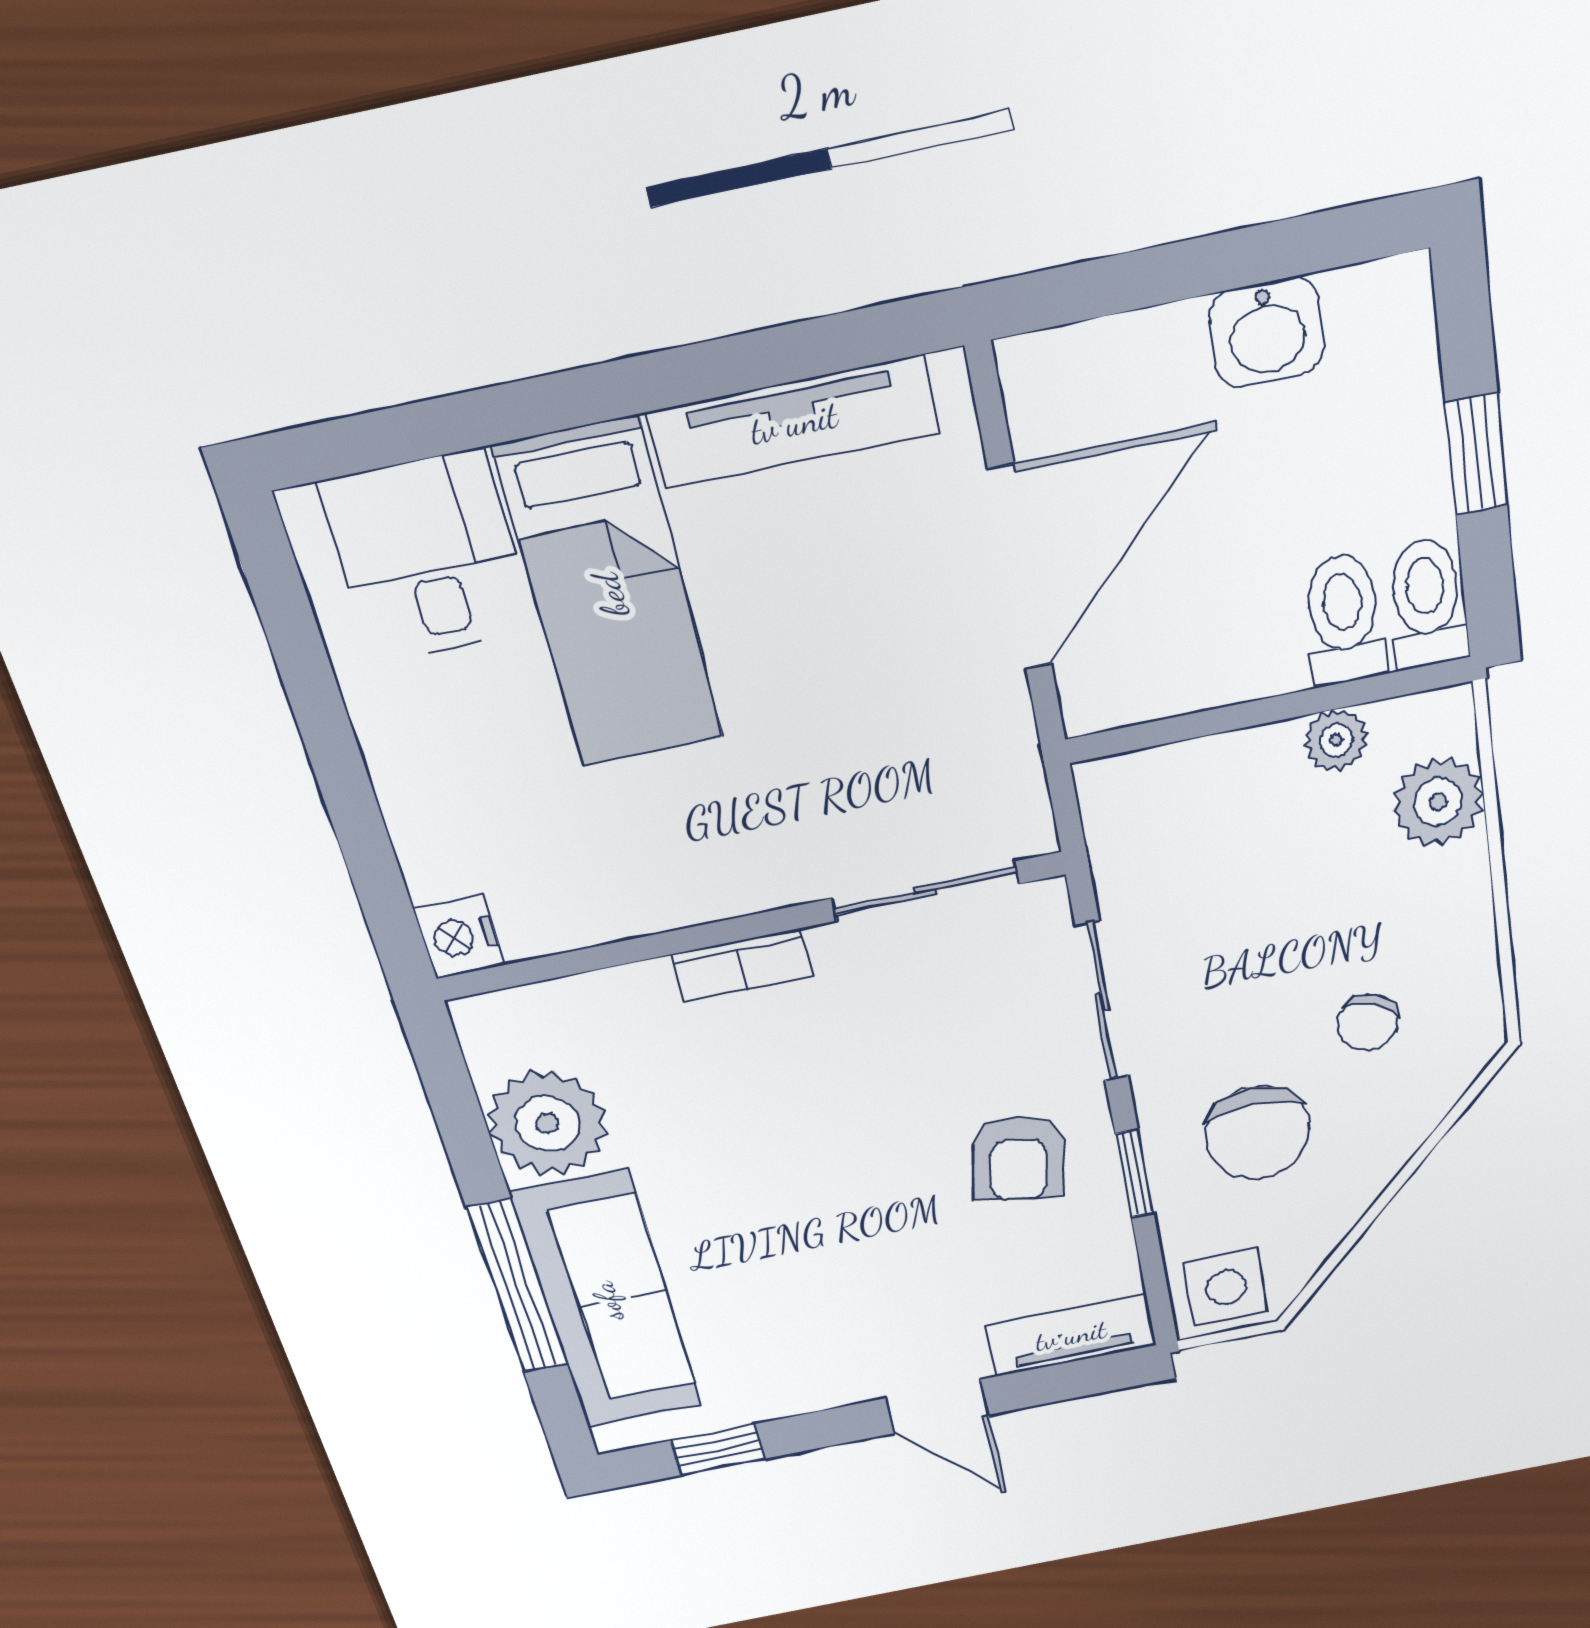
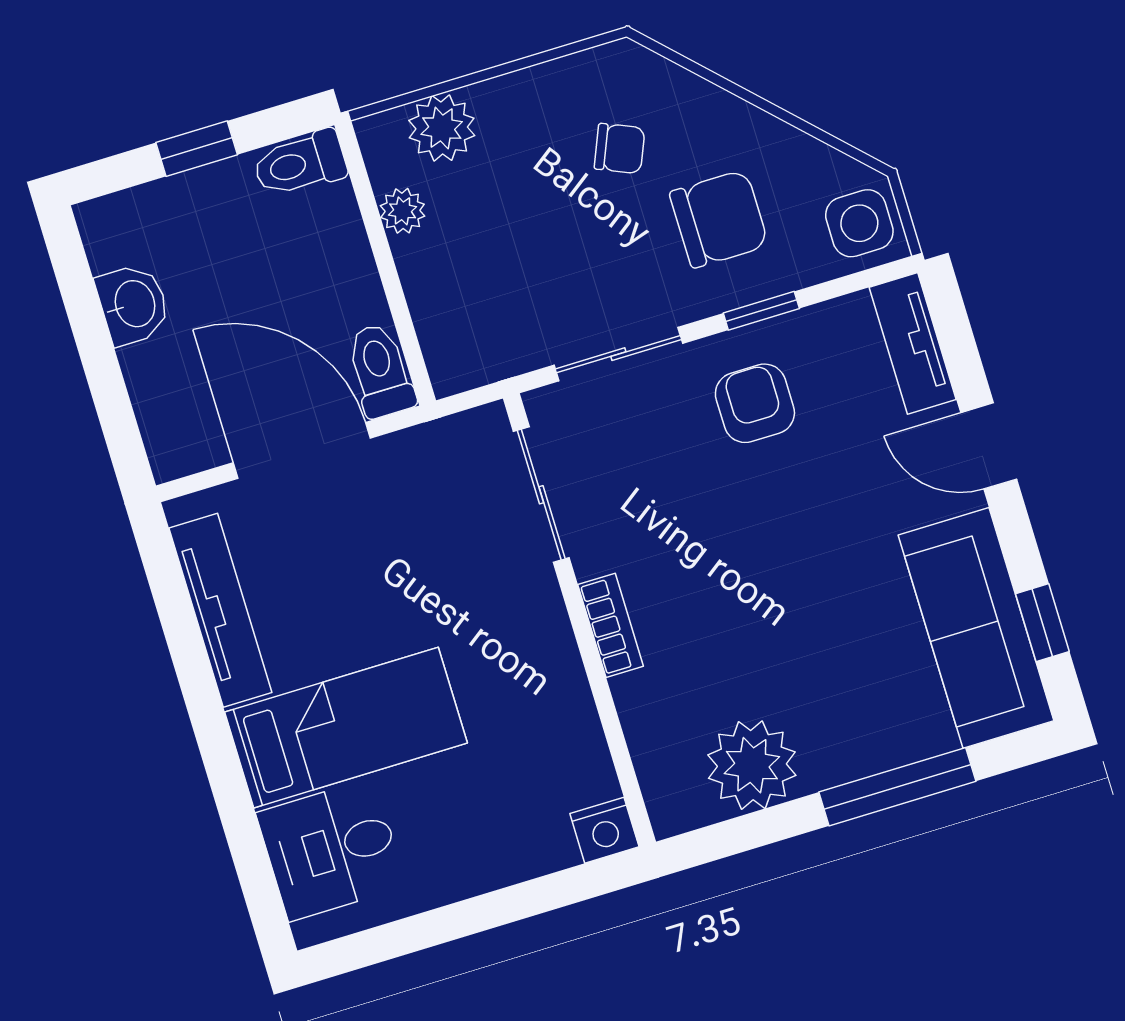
toilet: (1344, 619) -> (380, 371), moved, turned 90
armchair: (1018, 1158) -> (755, 403), turned -100
sofa: (607, 1301) -> (976, 628), moved, turned -90
door: (937, 1407) -> (989, 446), swing flipped

